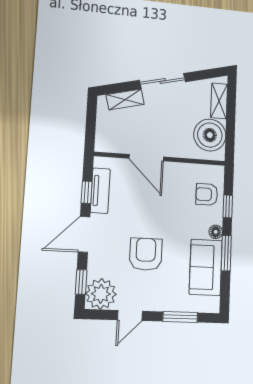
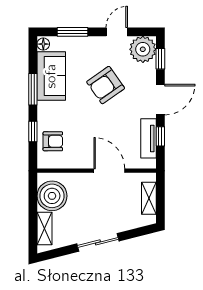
shelving: (125, 100) -> (149, 198), moved, turned -76
floor lamp: (216, 232) -> (43, 44), moved
armchair: (146, 254) -> (106, 85), turned 55

